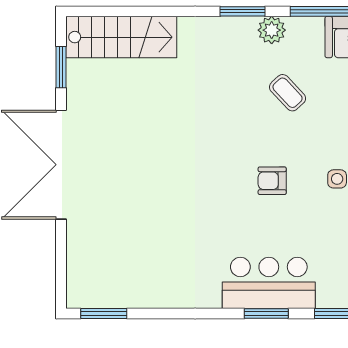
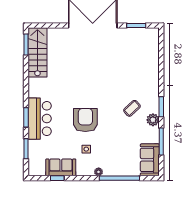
stairs: (121, 37) -> (37, 52), moved, turned 180
coffee table: (288, 93) -> (132, 108), moved
armchair: (272, 181) -> (85, 120), width x1.88, depth x1.88

